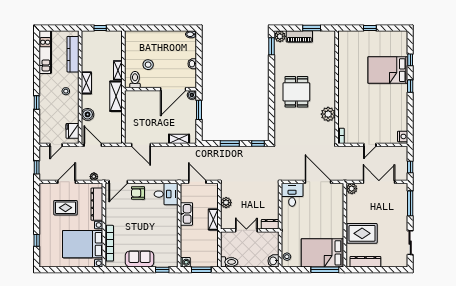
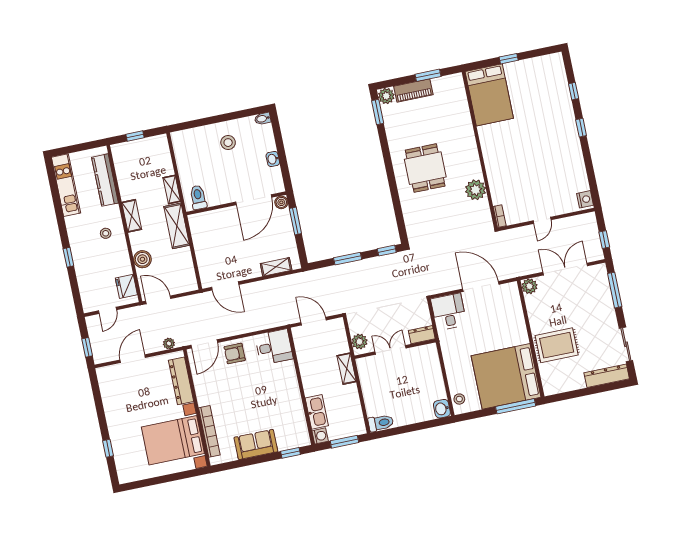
stool: (148, 65) -> (228, 143), moved
bed: (388, 70) -> (489, 95), moved, turned -90
rug: (65, 208) -> (139, 395), removed
kitchen sink: (186, 214) -> (317, 412), moved
dresser: (270, 224) -> (422, 335), moved
double door: (246, 230) -> (391, 350), moved
wall: (250, 230) -> (395, 349), moved
bed: (323, 253) -> (506, 376), width x1.36
dresser: (365, 262) -> (607, 376), moved

